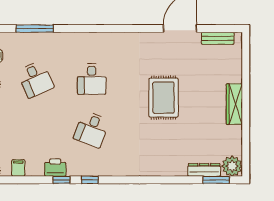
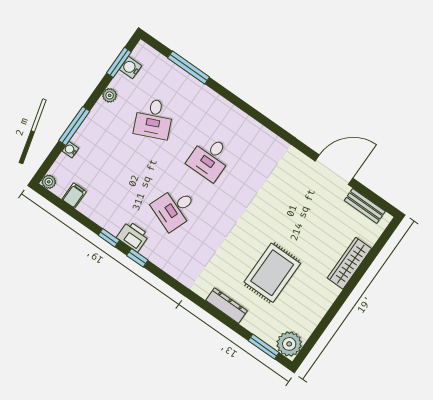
rug: (164, 98) -> (272, 273), moved
wardrobe: (234, 104) -> (349, 263), moved
printer: (55, 168) -> (133, 236), moved
dresser: (204, 170) -> (226, 306), moved

